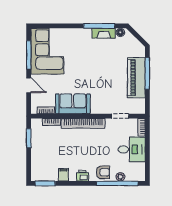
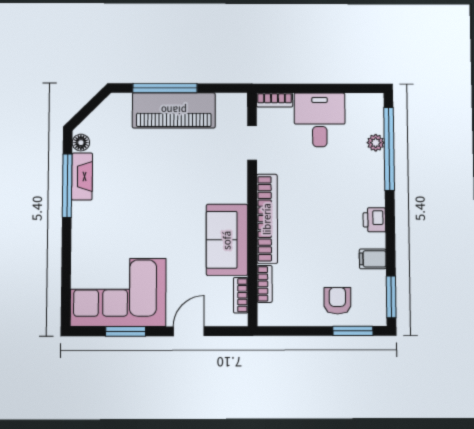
window: (29, 55) -> (126, 331), width x0.69
window: (29, 138) -> (353, 331), moved
armchair: (103, 172) -> (337, 301), moved

